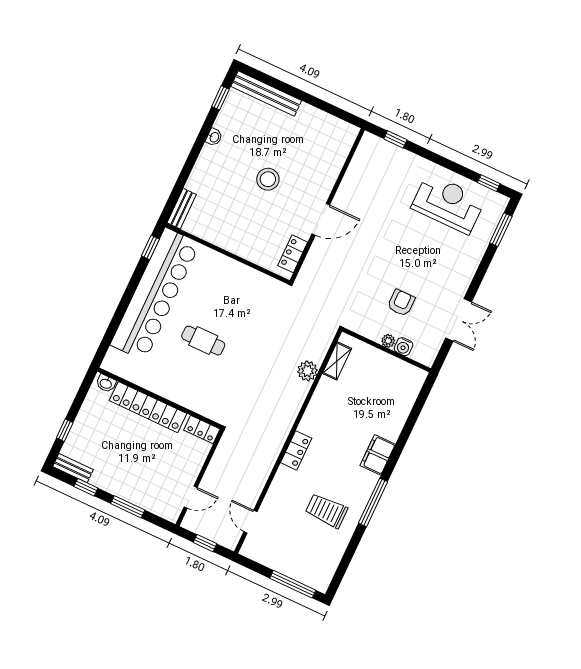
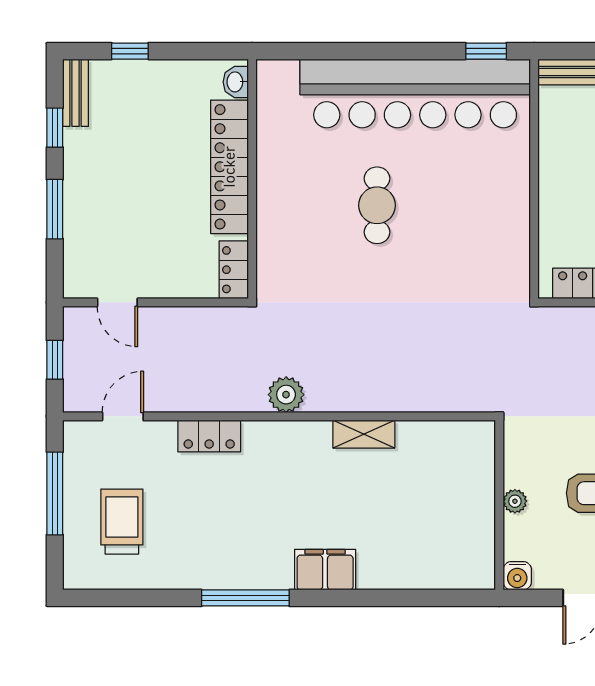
water cooler: (404, 347) -> (517, 576), moved, turned -90
shelving: (337, 361) -> (364, 434), moved
plant: (307, 371) -> (286, 395), moved
locker: (296, 450) -> (209, 436), moved
trolley: (326, 511) -> (122, 522), moved
window: (293, 584) -> (55, 493), moved

